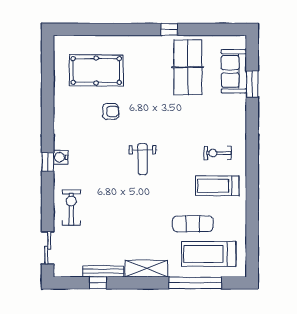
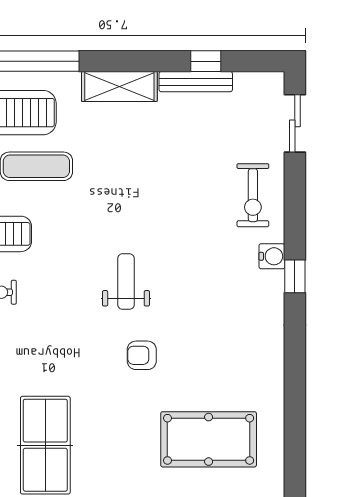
armchair: (111, 111) -> (142, 355), moved
water cooler: (61, 157) -> (272, 256), moved

